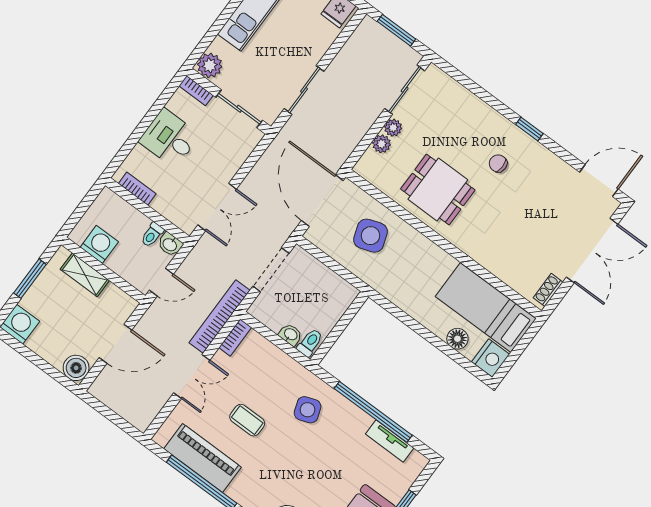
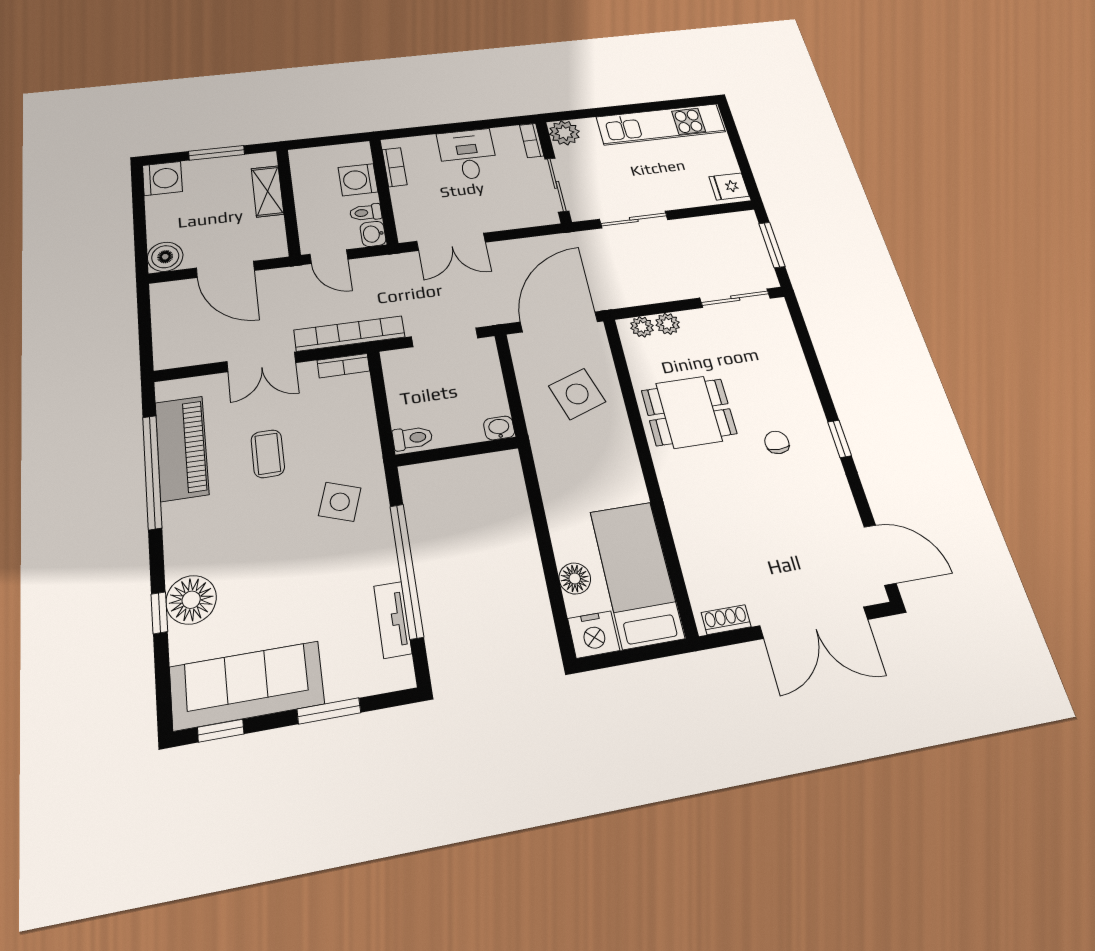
plant: (393, 128) -> (642, 327), moved
dining table: (438, 189) -> (689, 412), turned 90
washing machine: (99, 244) -> (358, 180), moved, turned 180
washbasin: (290, 335) -> (499, 428), moved, turned -90
side table: (308, 410) -> (340, 502), turned 38

